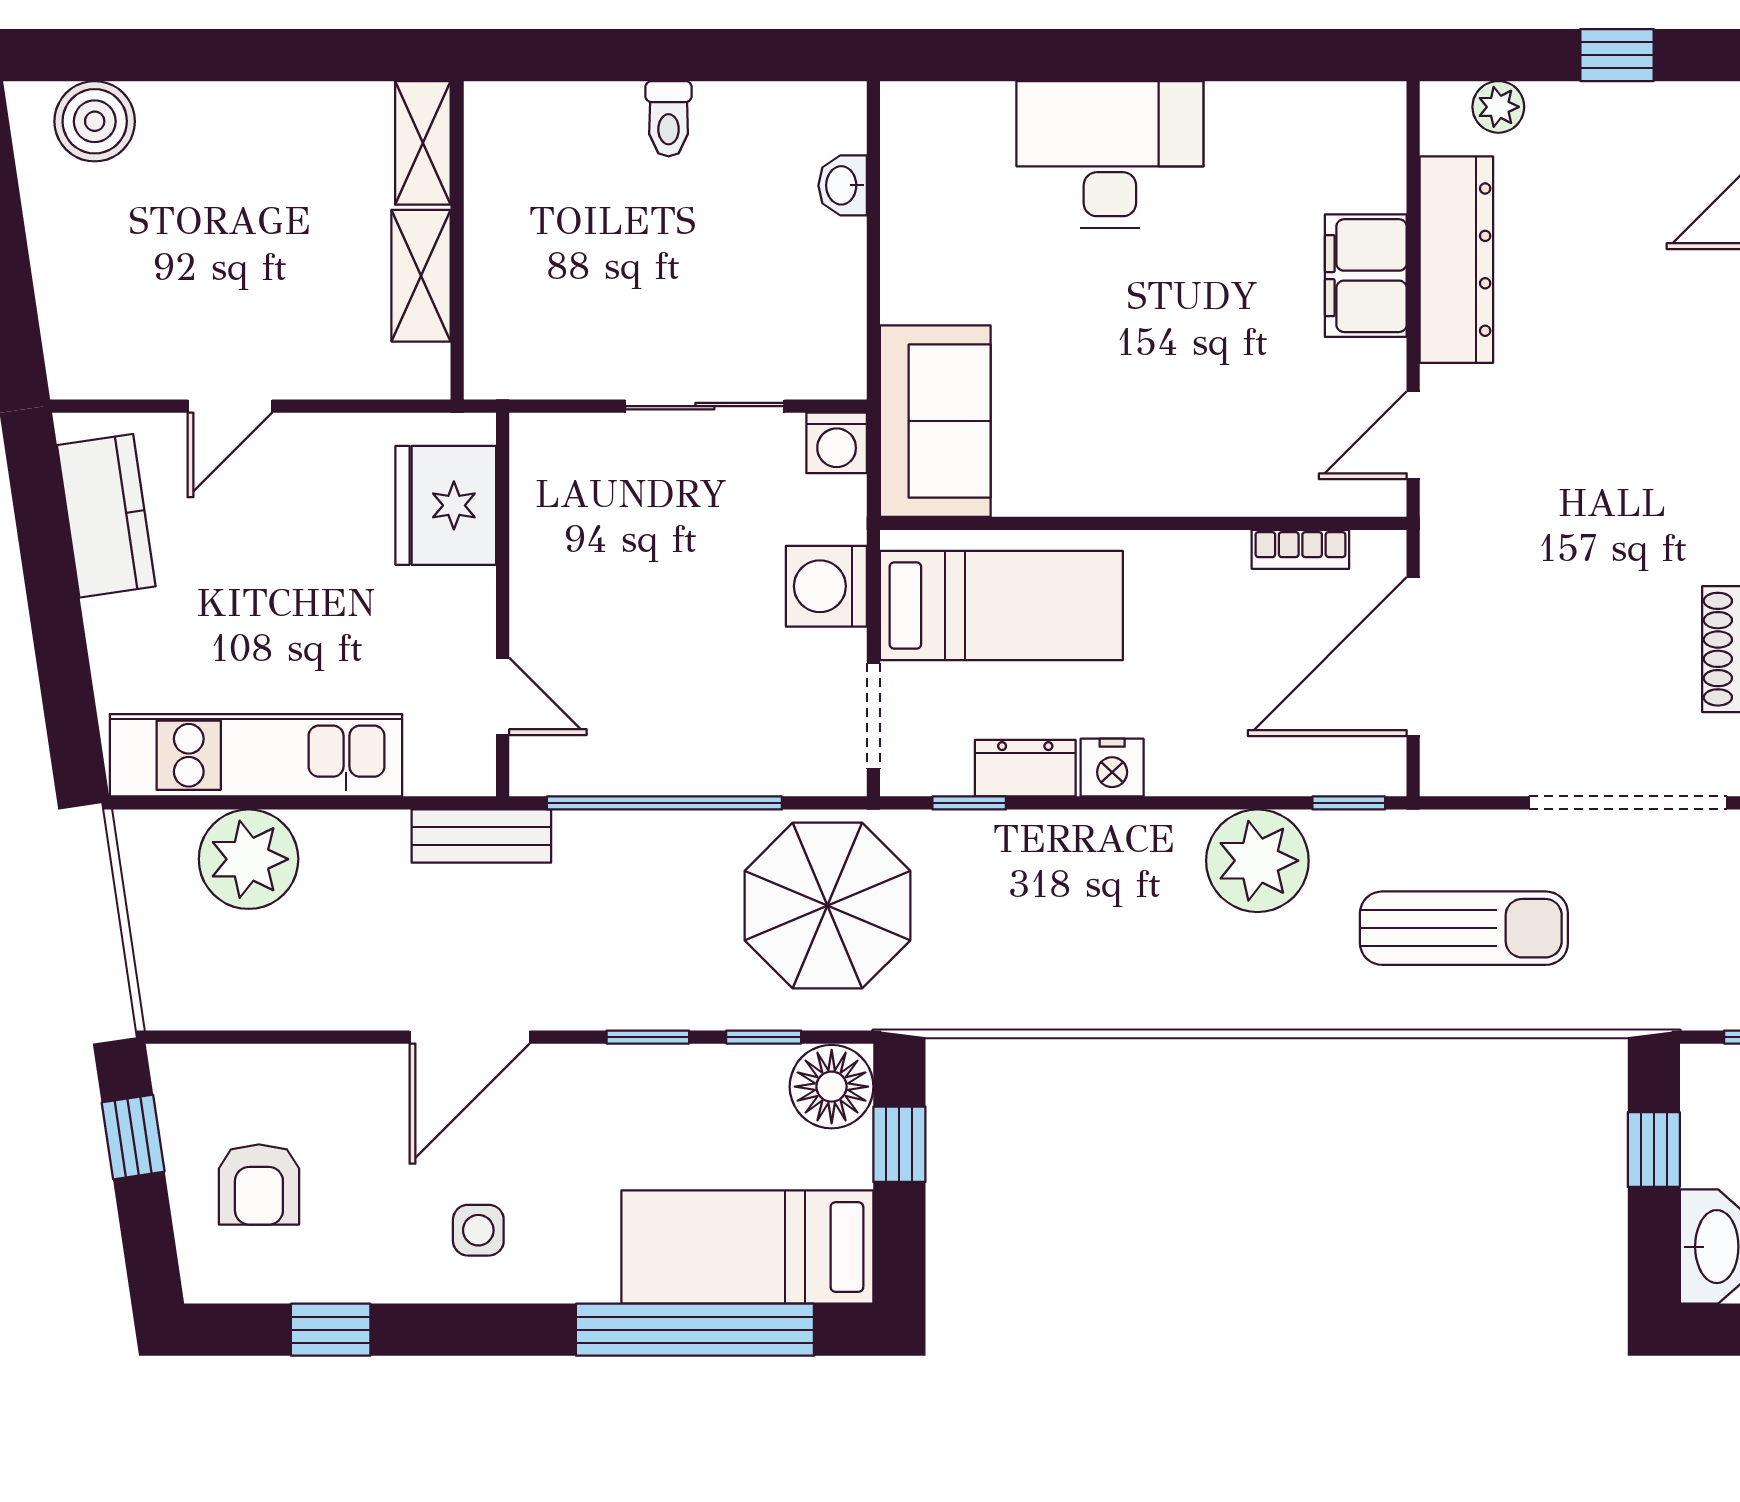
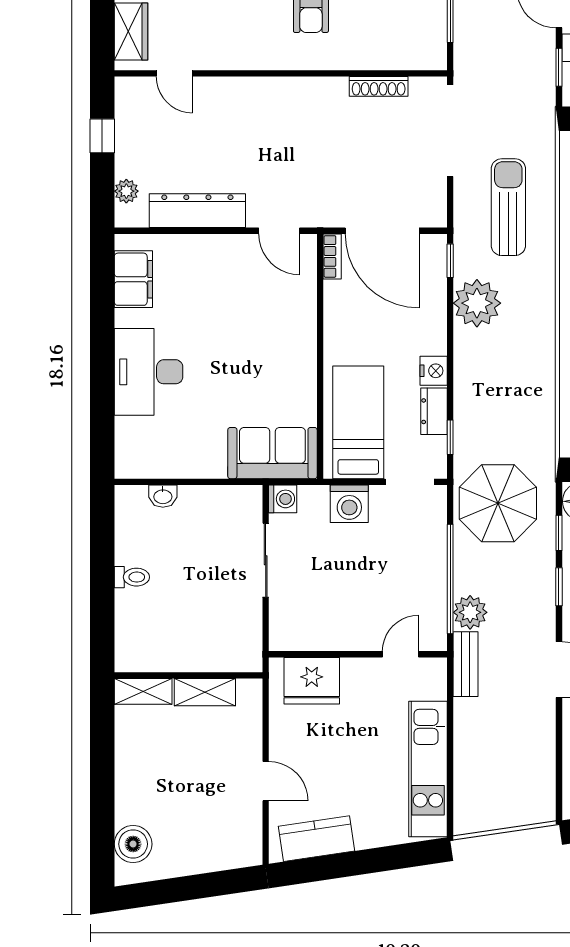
filing cabinet: (1366, 276) -> (133, 279), moved, turned -90
bookcase: (1300, 549) -> (332, 256), moved
plant: (249, 859) -> (470, 612), moved, width x0.73, depth x0.73

